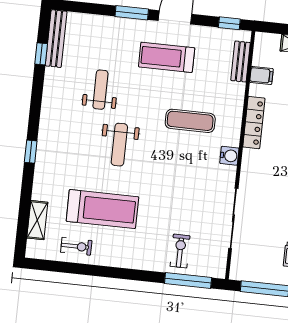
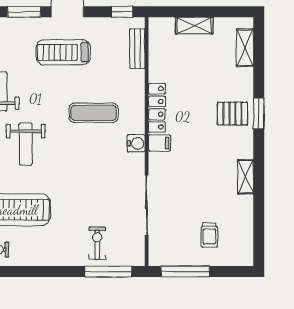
filing cabinet: (261, 75) -> (159, 143), moved

